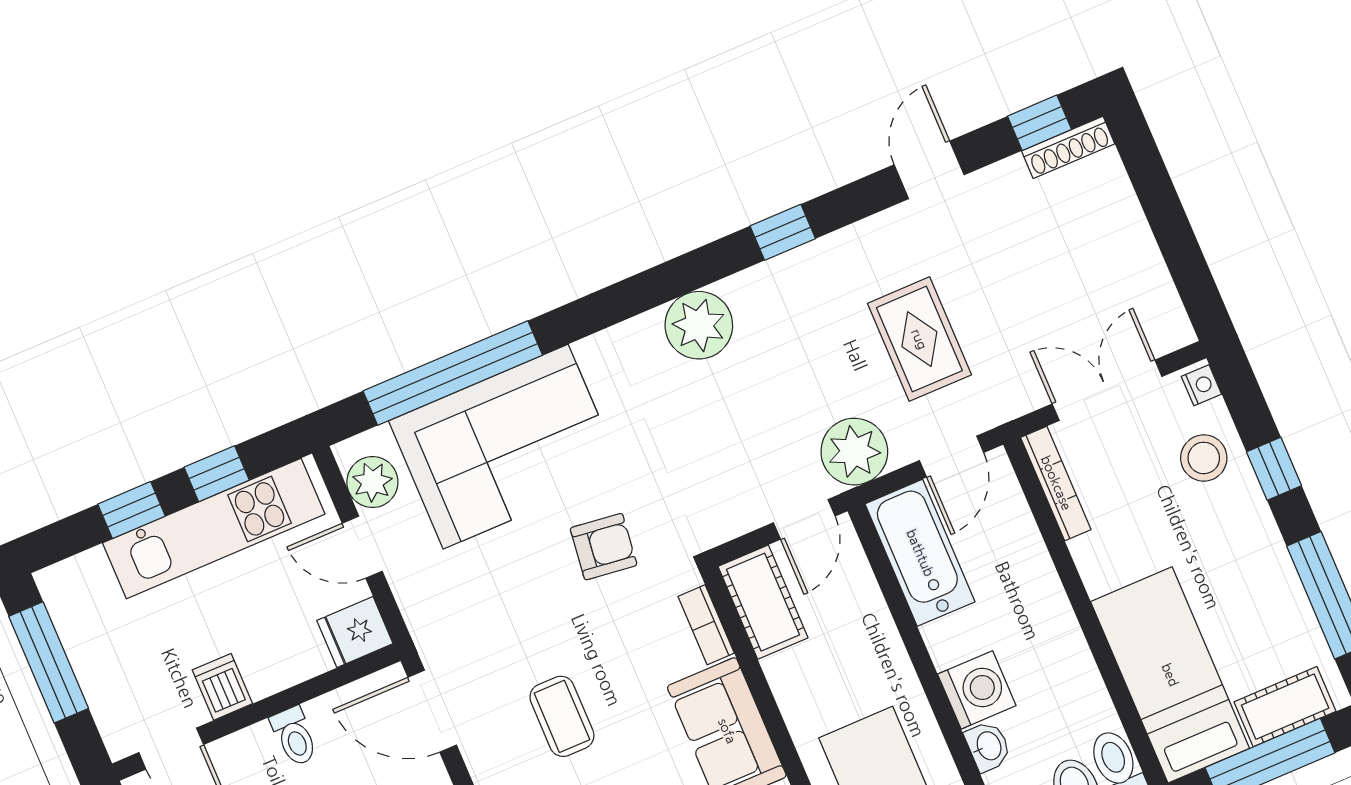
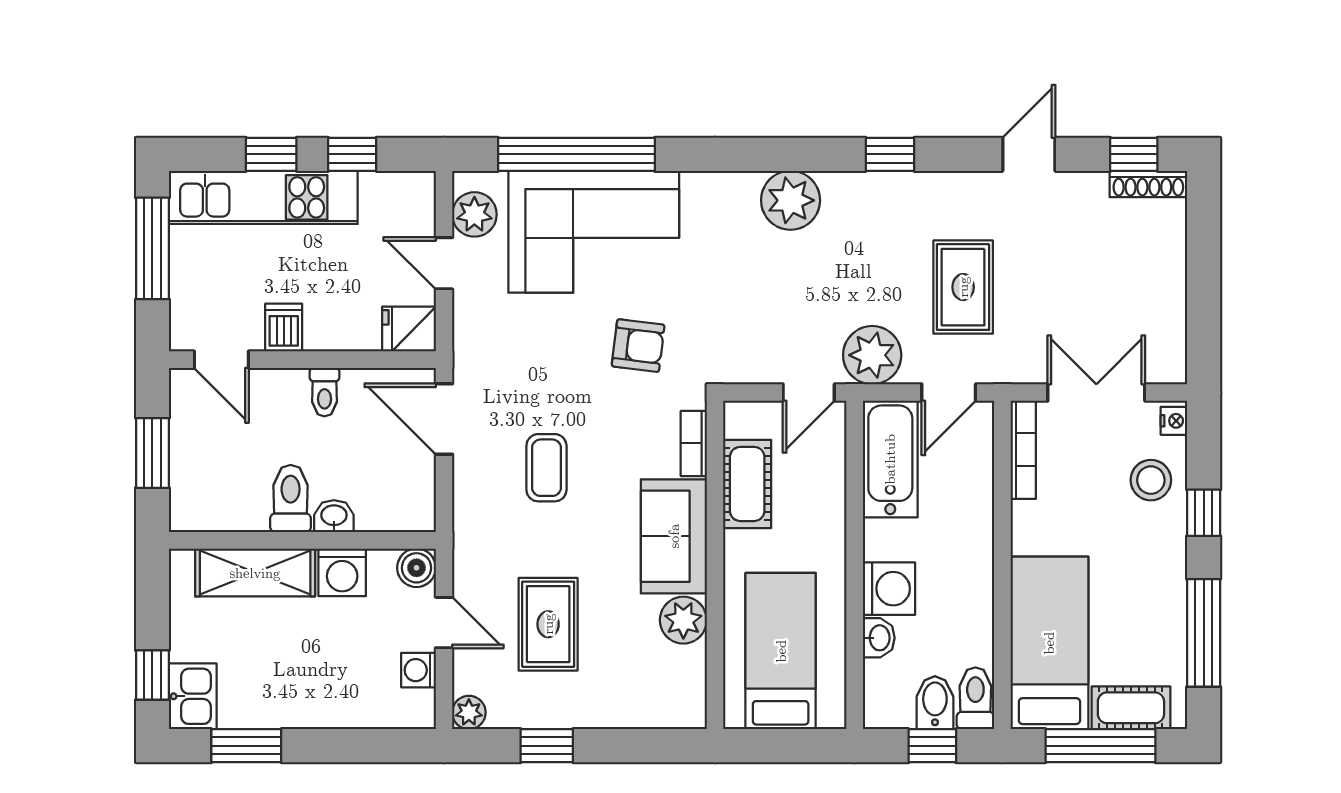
kitchen unit: (214, 528) -> (263, 197), moved
cot: (763, 602) -> (747, 484), moved

